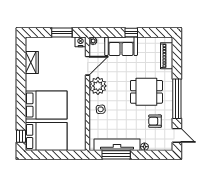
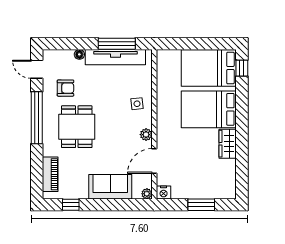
window: (62, 32) -> (201, 205), moved
window: (131, 32) -> (71, 205), moved
wardrobe: (32, 62) -> (228, 144), moved
plant: (98, 86) -> (146, 135), width x0.53, depth x0.53
dining table: (146, 92) -> (77, 127), turned 90

